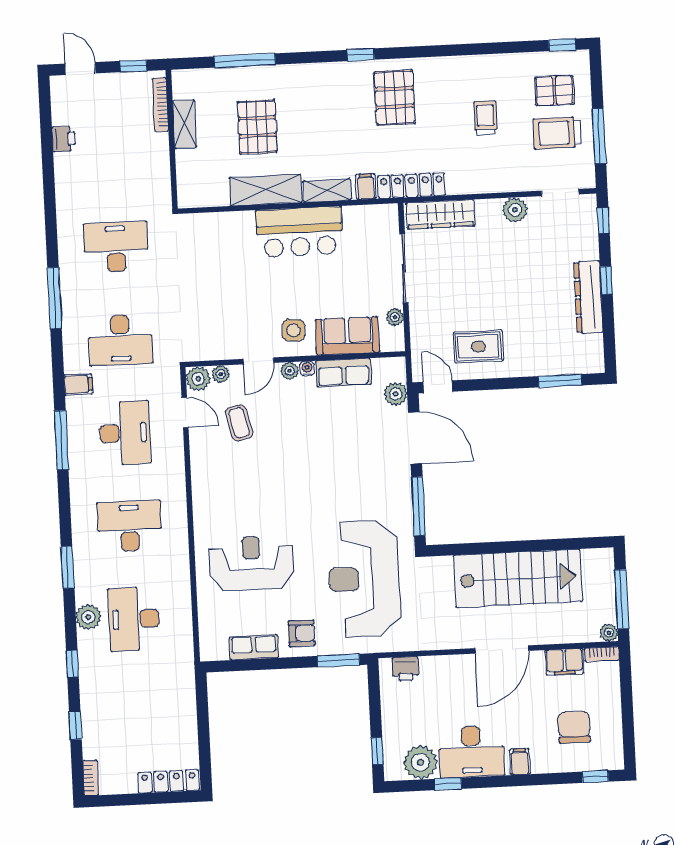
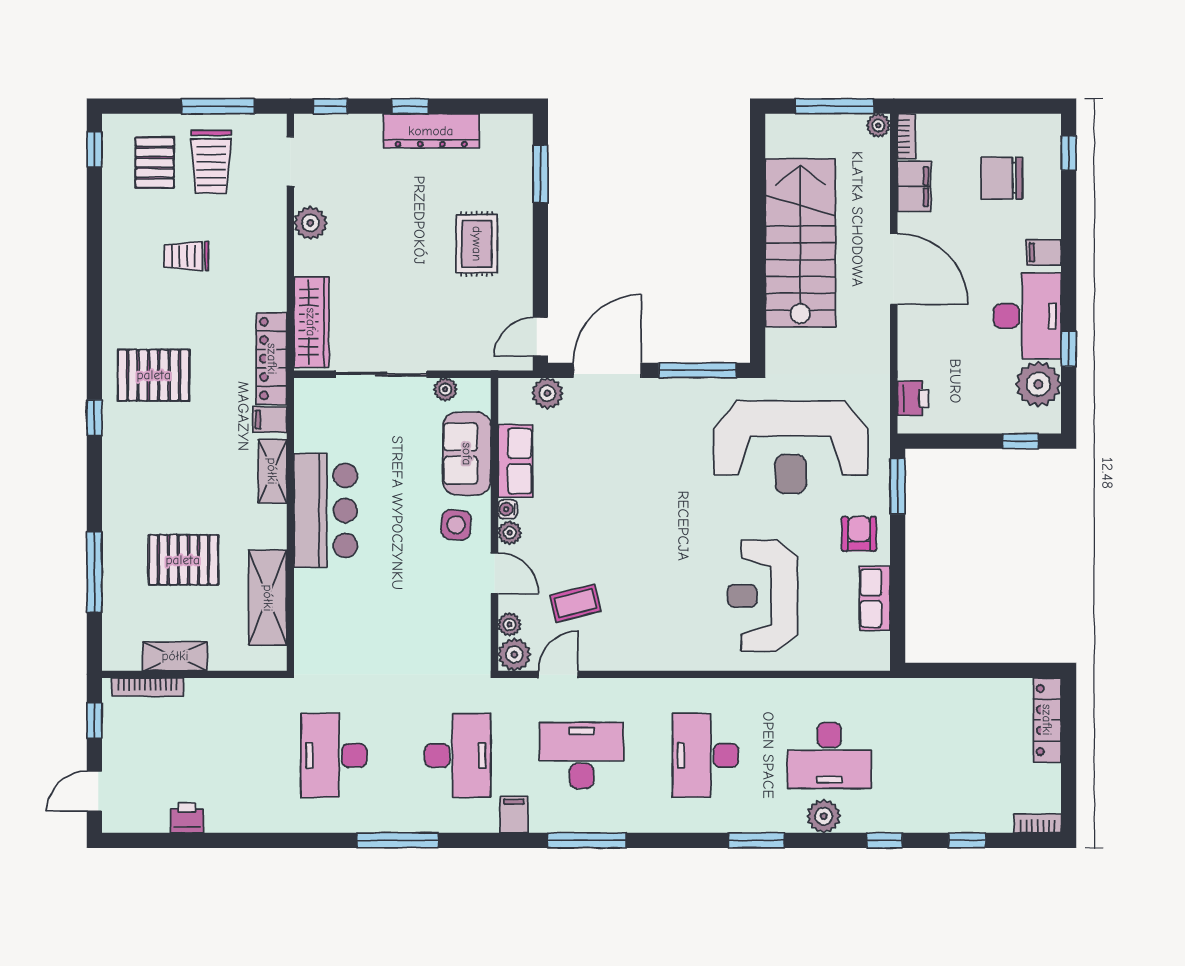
shelving: (266, 190) -> (268, 598), moved
rug: (478, 346) -> (477, 244), moved

